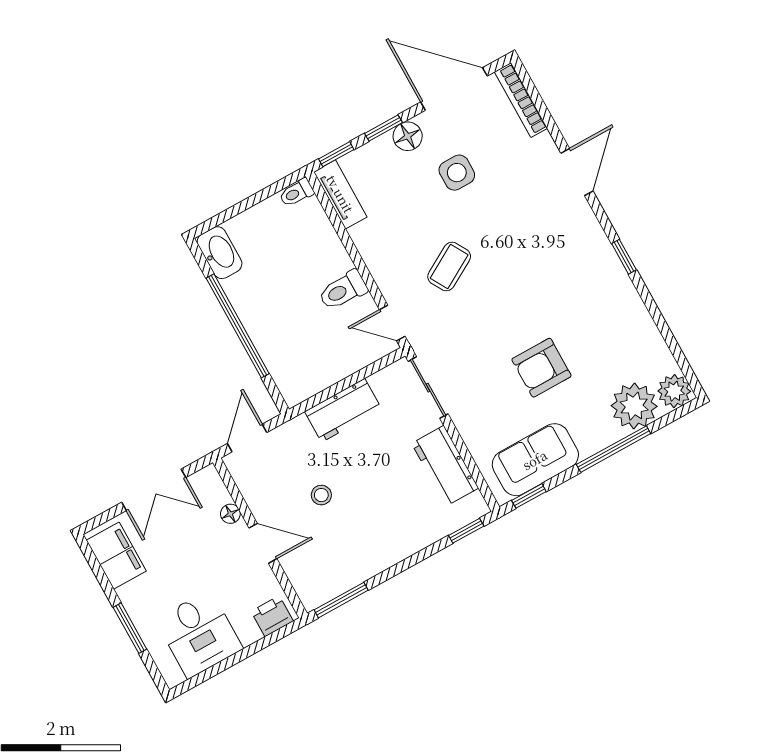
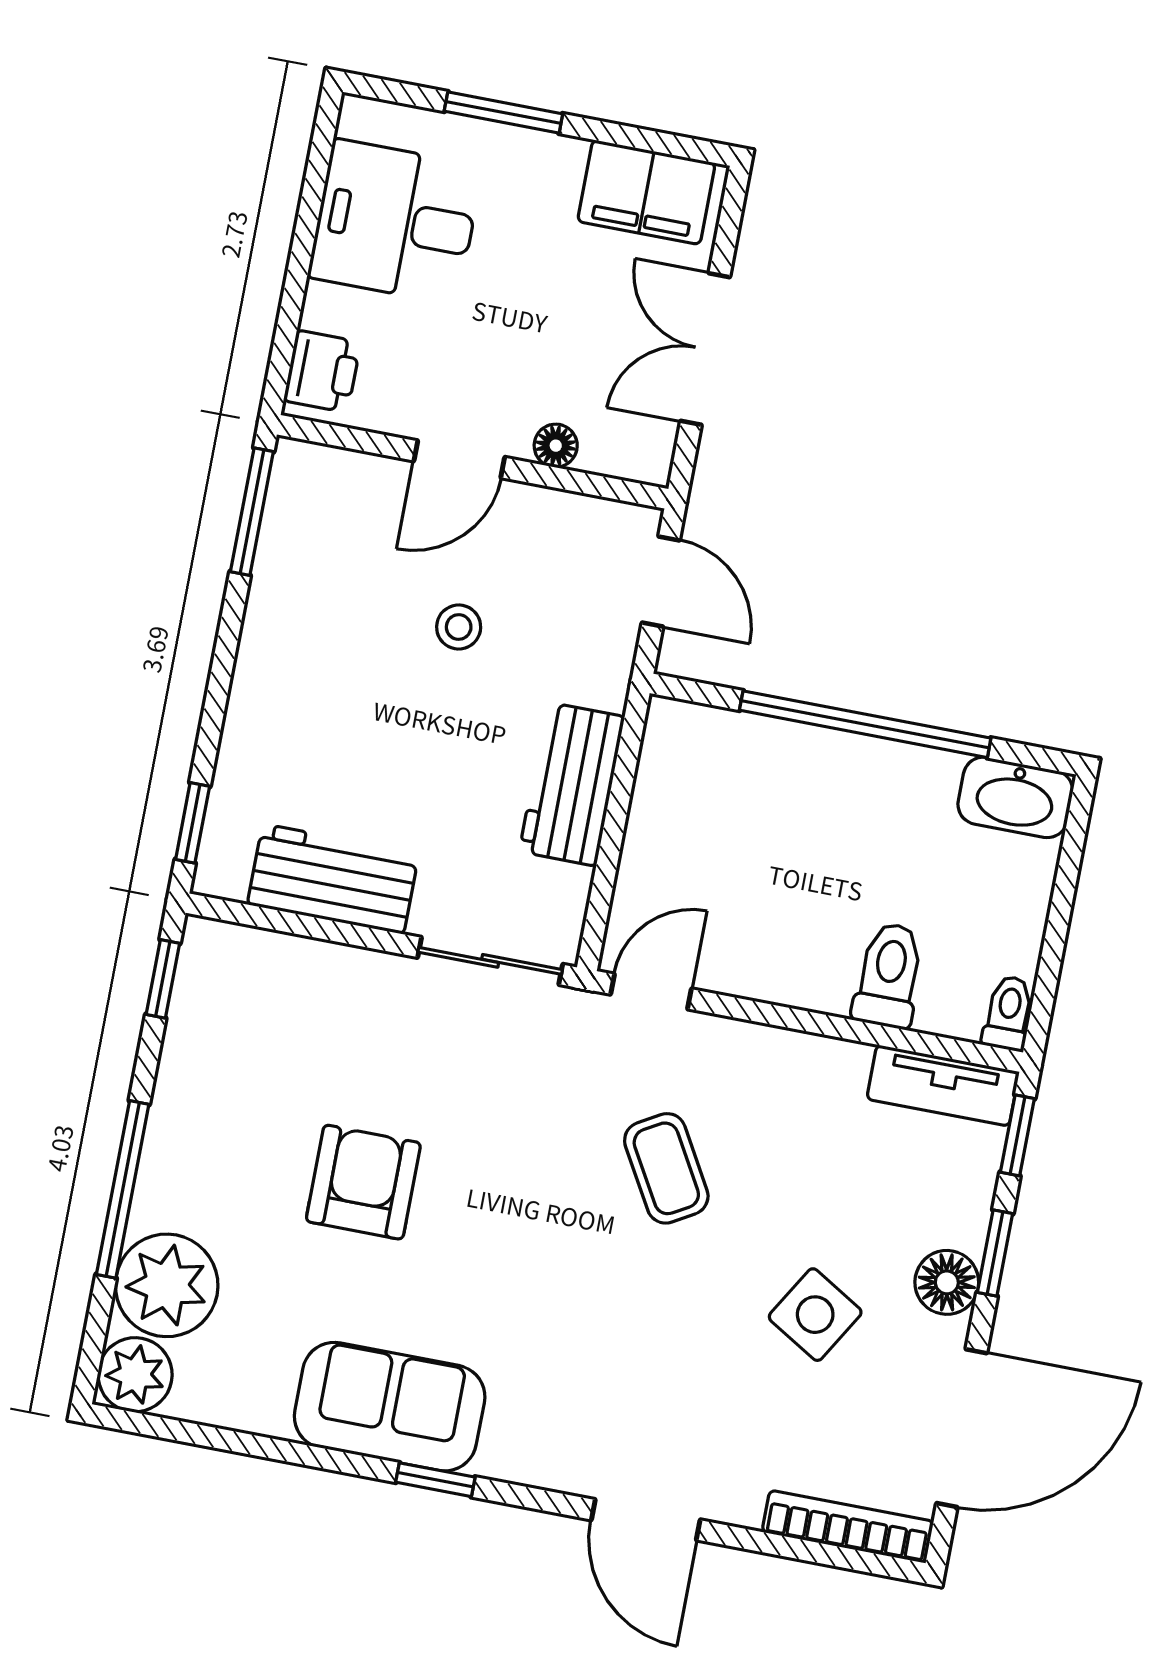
side table: (457, 173) -> (815, 1315), turned 31
toilet: (343, 290) -> (889, 975), moved
sofa: (535, 460) -> (390, 1407), moved, turned -90

